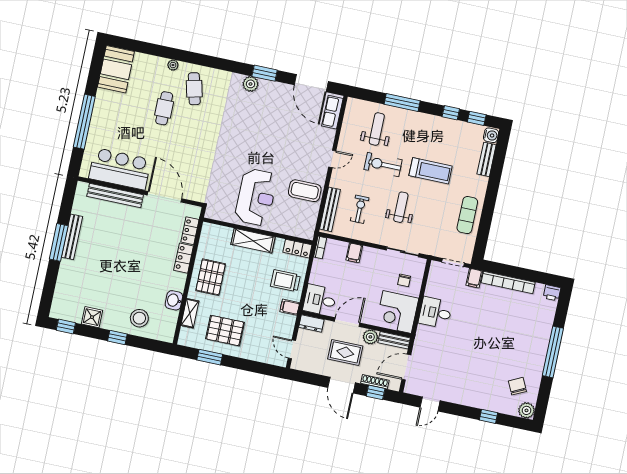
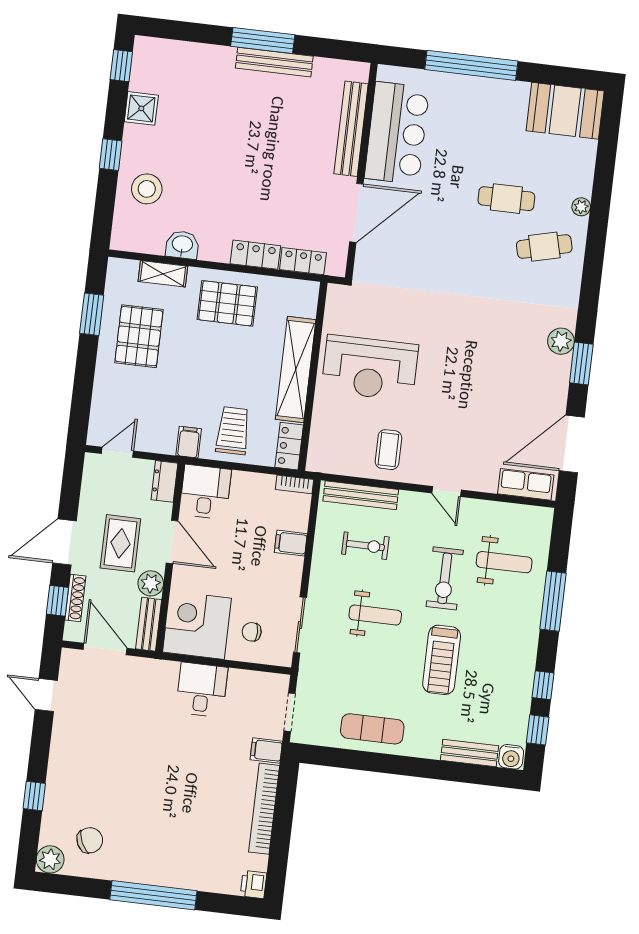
exercise bike: (383, 165) -> (445, 578), turned 180
coffee table: (305, 191) -> (388, 450), width x0.73, depth x0.77
shelving: (253, 241) -> (296, 370), width x1.47

